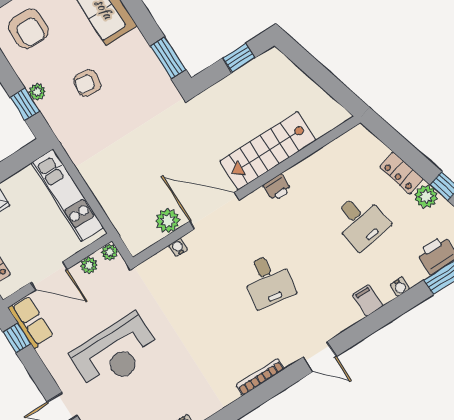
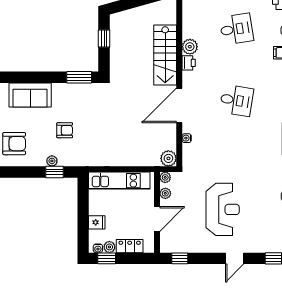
armchair: (87, 83) -> (65, 130), turned -99
plant: (299, 176) -> (190, 47), added
plant: (168, 221) -> (168, 158), moved
row of seats: (31, 322) -> (176, 245), removed

